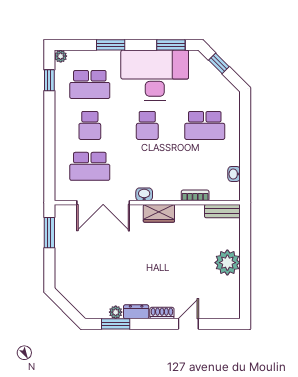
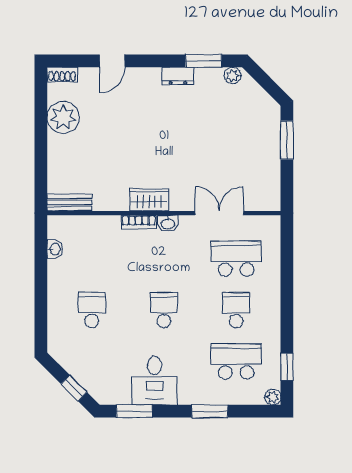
desk: (155, 75) -> (155, 381), width x0.53, depth x0.77
school desk: (205, 125) -> (92, 310), width x0.54
bookcase: (195, 195) -> (139, 222), moved
double door: (103, 203) -> (219, 213), width x0.73
window: (49, 233) -> (287, 140), moved
plant: (227, 263) -> (63, 117), moved
plant: (116, 312) -> (233, 75), moved
shoe rack: (162, 313) -> (62, 74), moved

